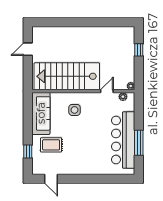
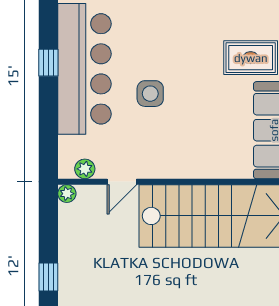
side table: (75, 110) -> (150, 94), moved
window: (139, 143) -> (48, 63), width x0.46

